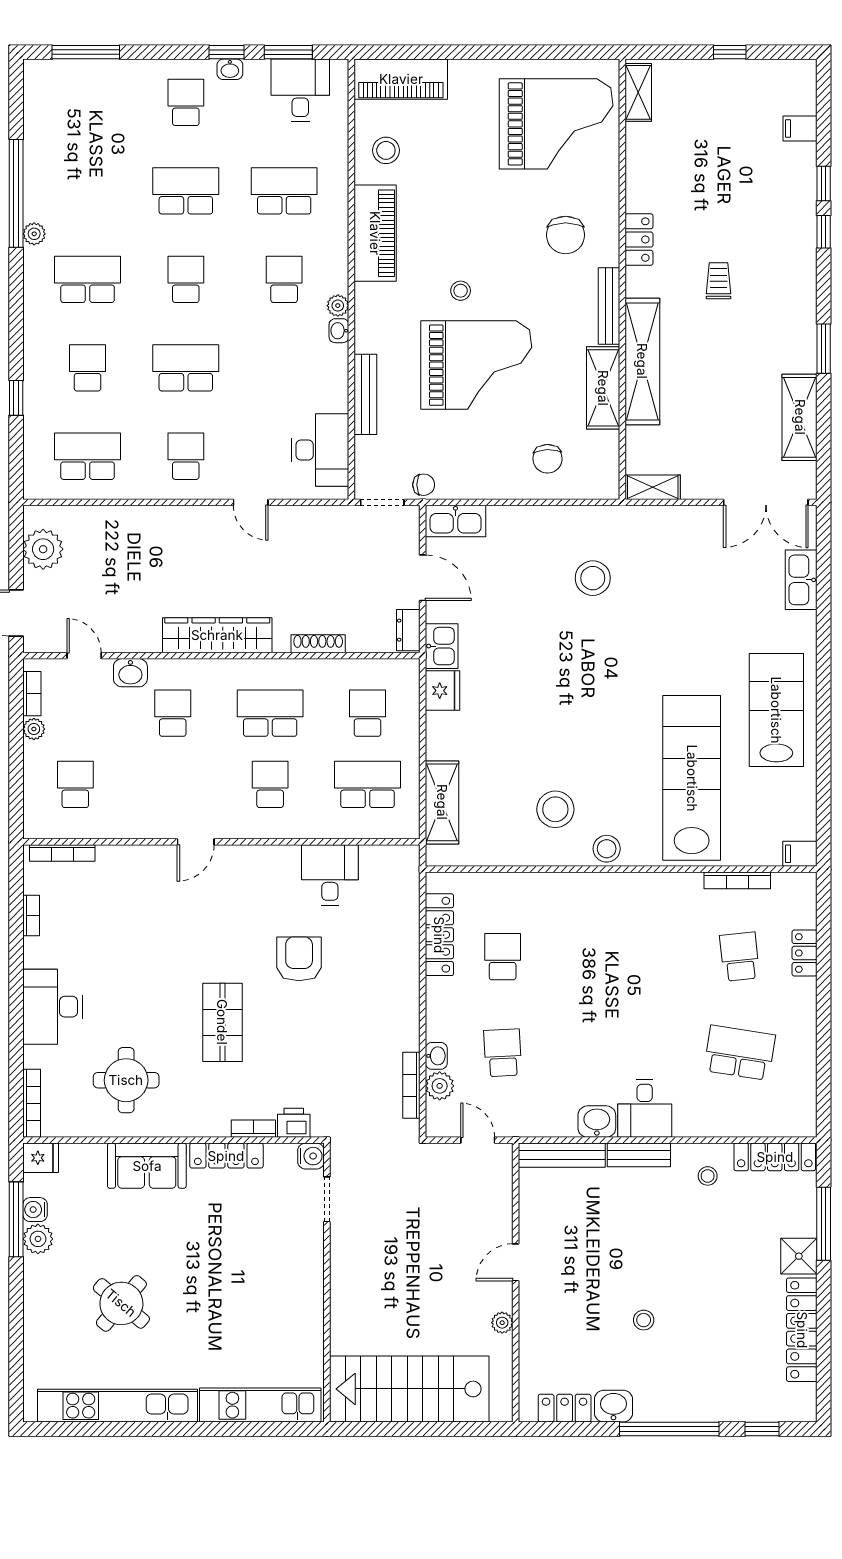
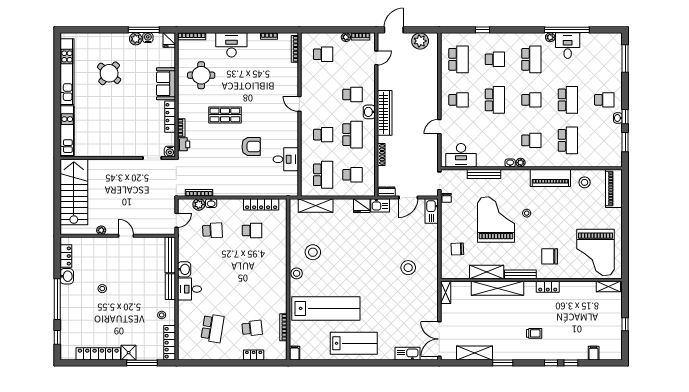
desk: (300, 90) -> (568, 46), moved, turned -90
trolley: (719, 281) -> (534, 333), moved
grand piano: (476, 365) -> (496, 220), turned 180
washbasin: (130, 673) -> (369, 112), moved

